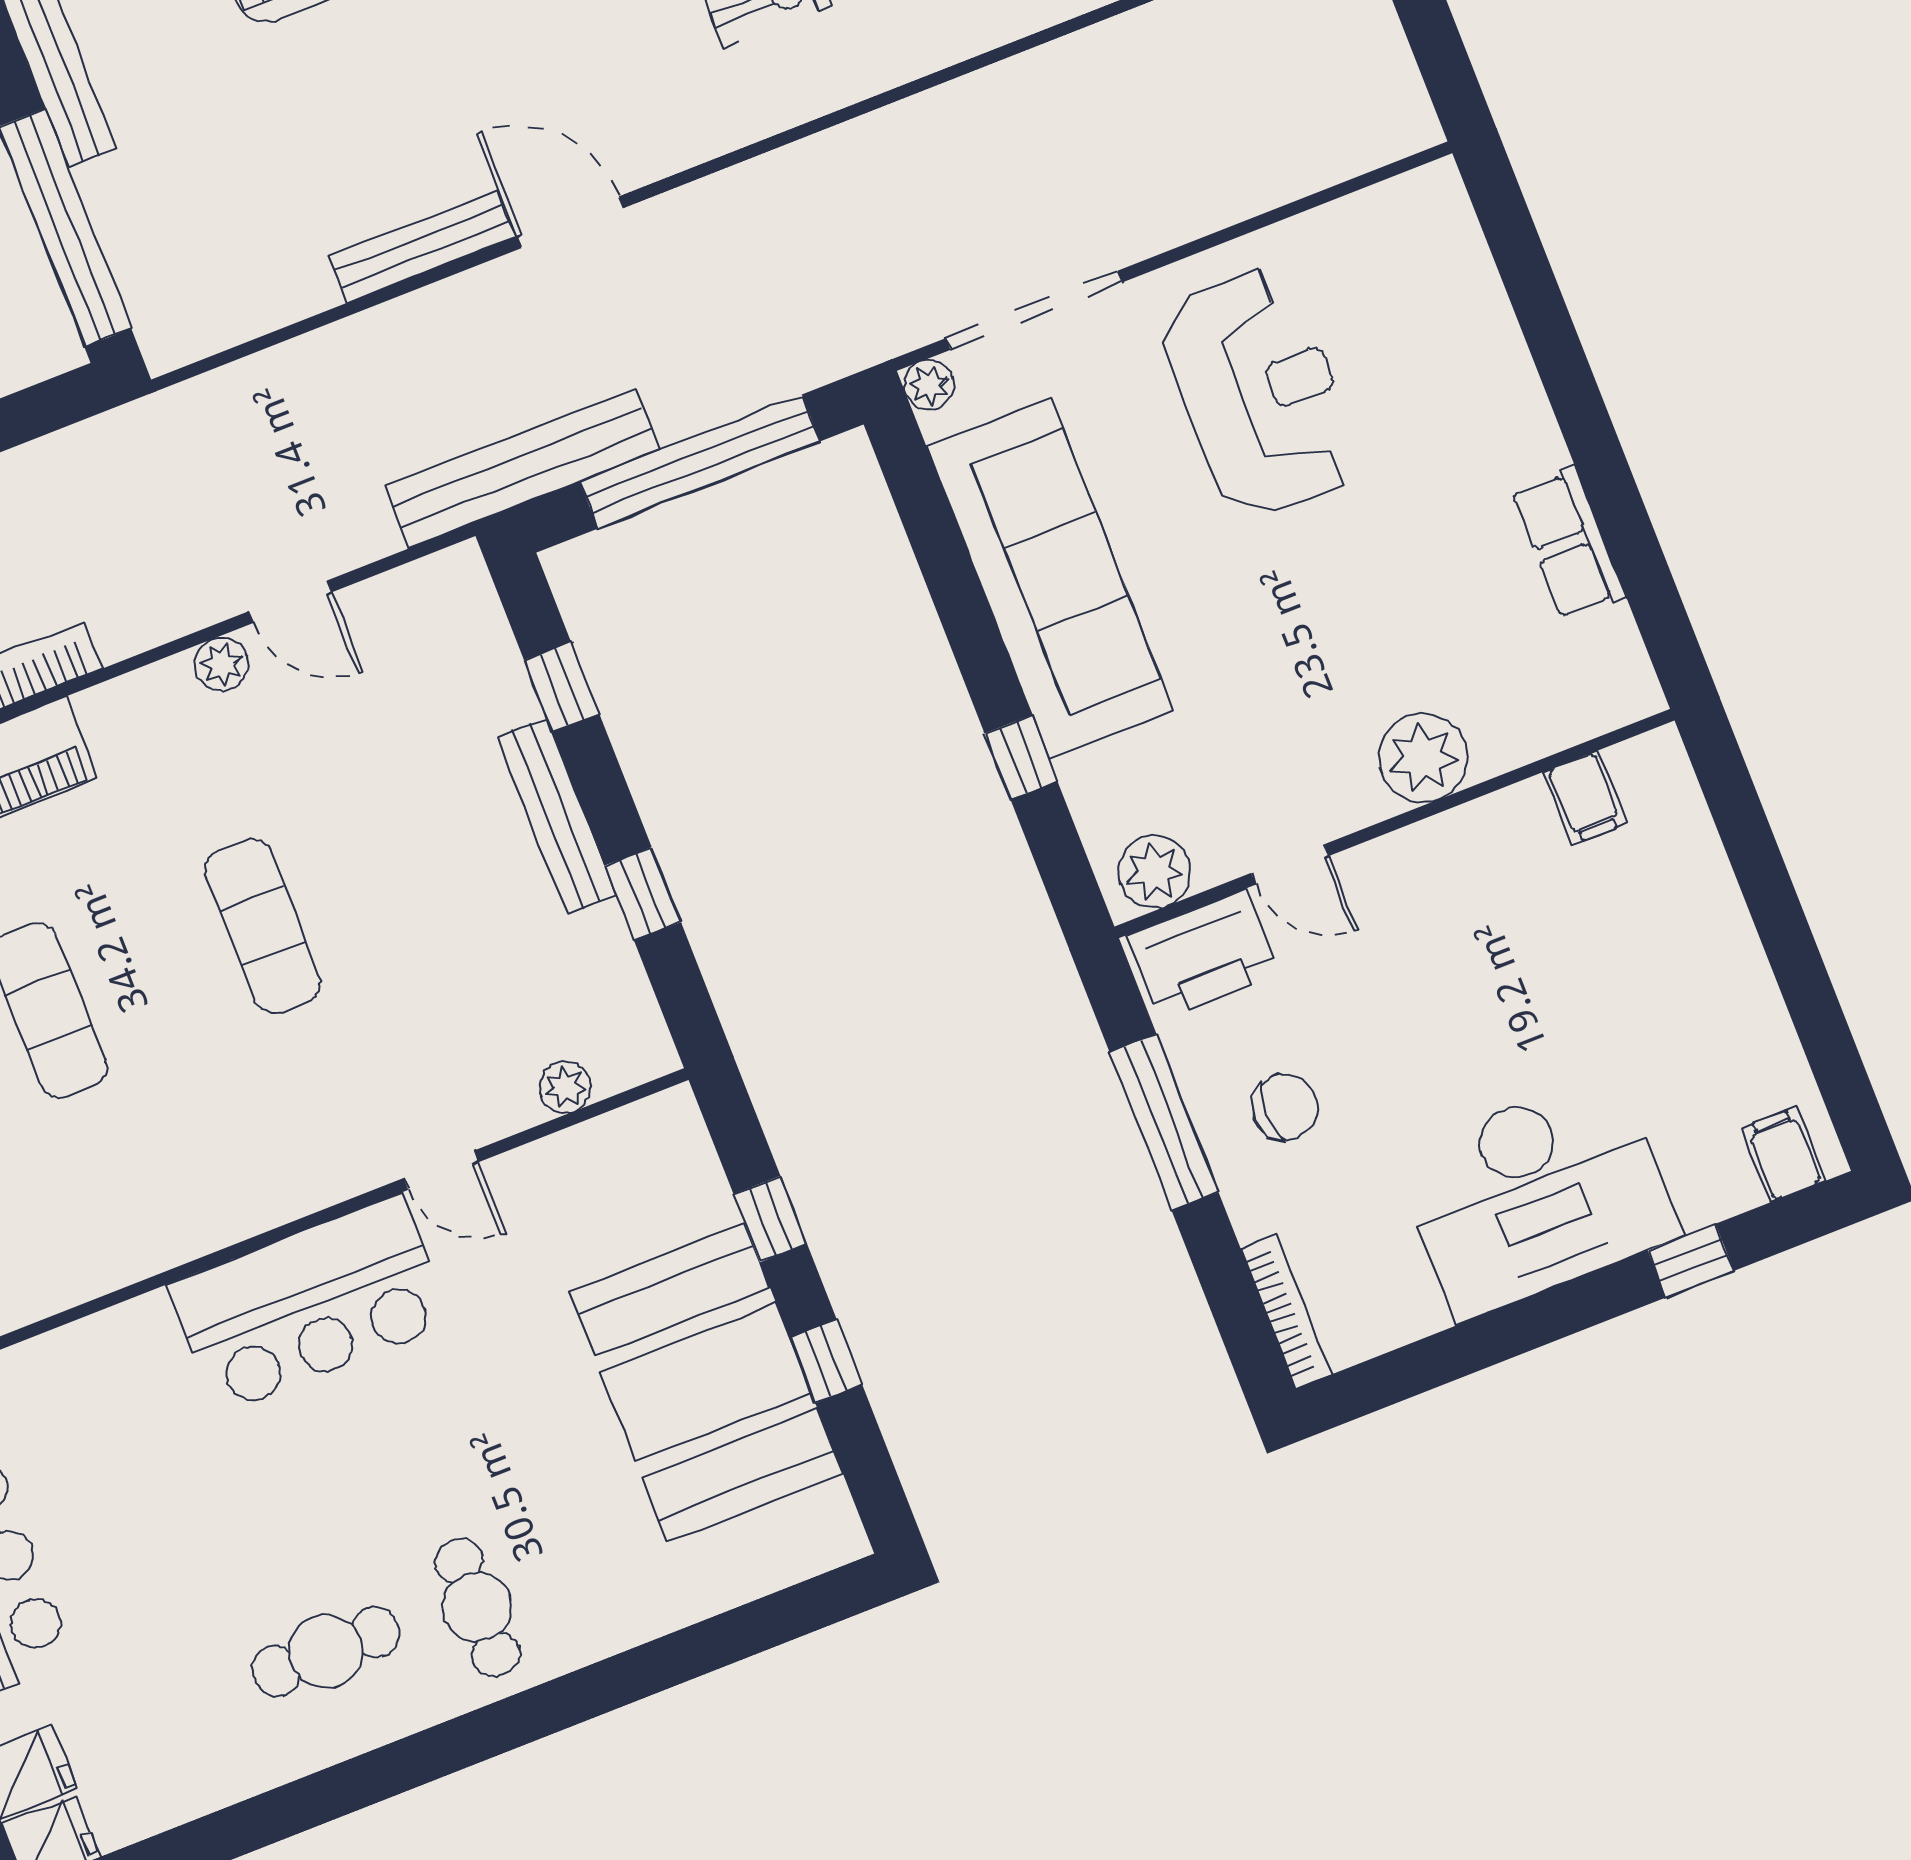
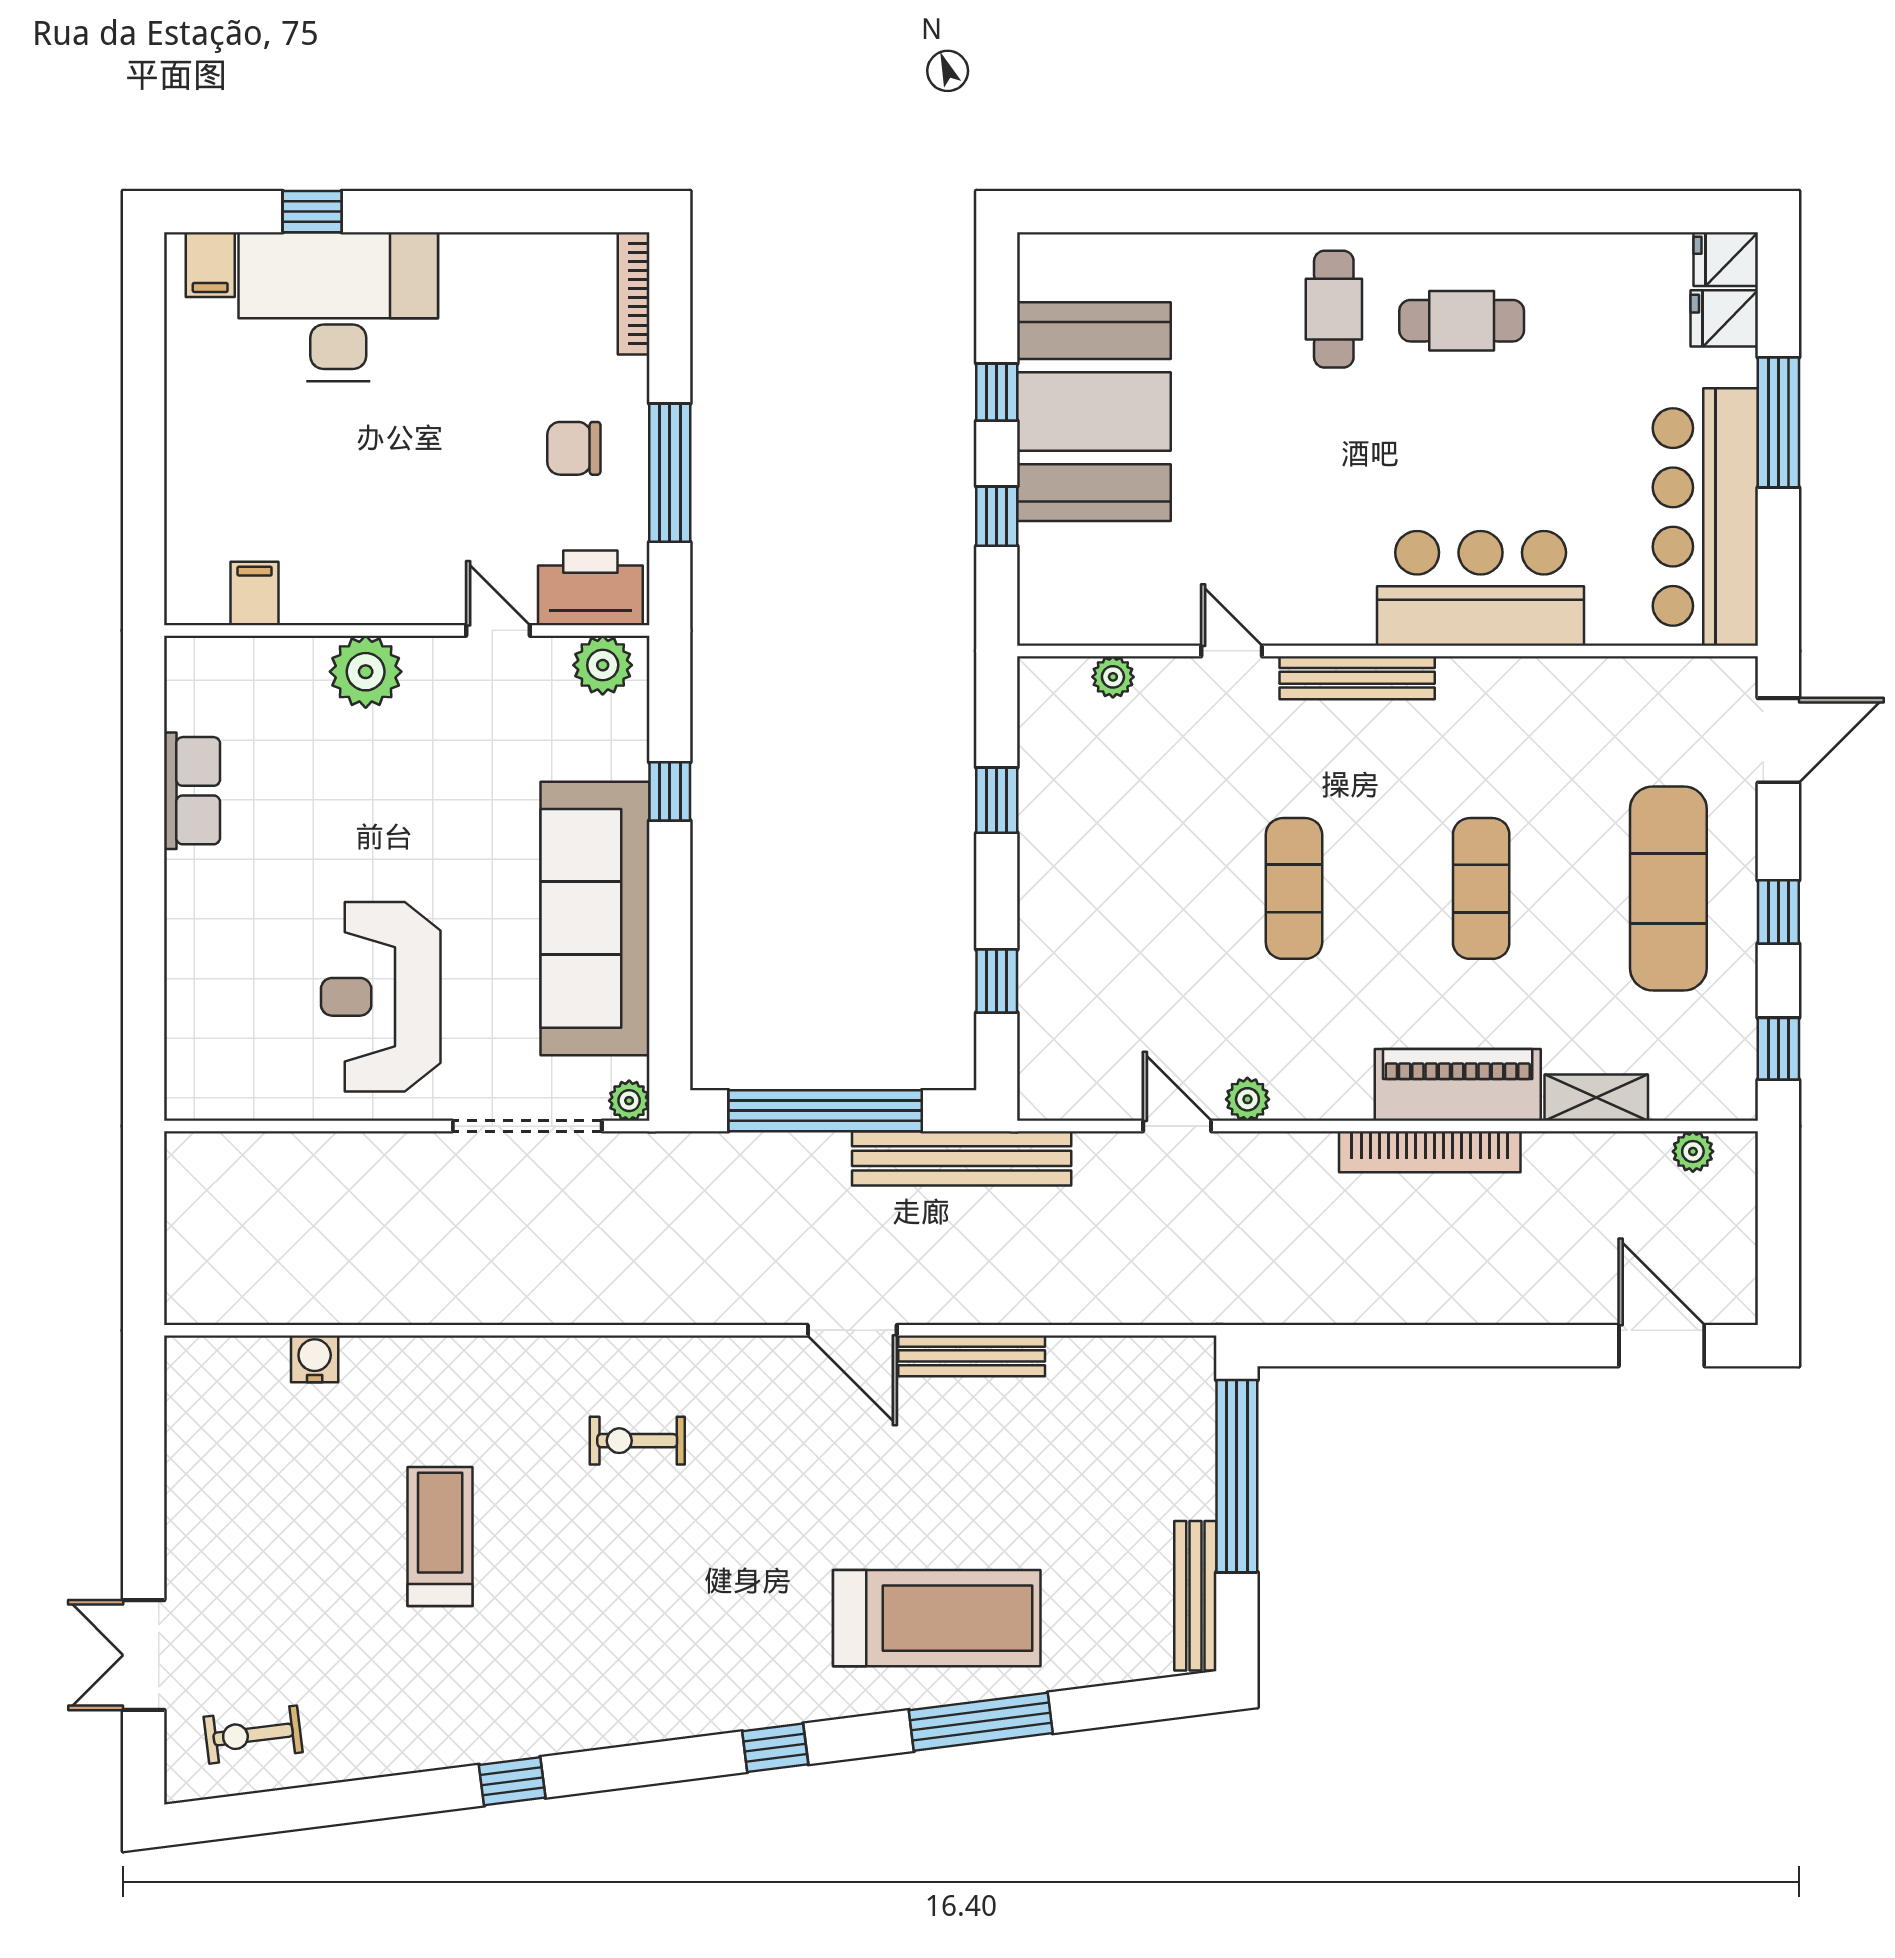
bench: (557, 816) -> (1357, 678), moved, turned 90
desk: (1537, 1195) -> (338, 307), moved
bar counter: (310, 1304) -> (1481, 588), moved

